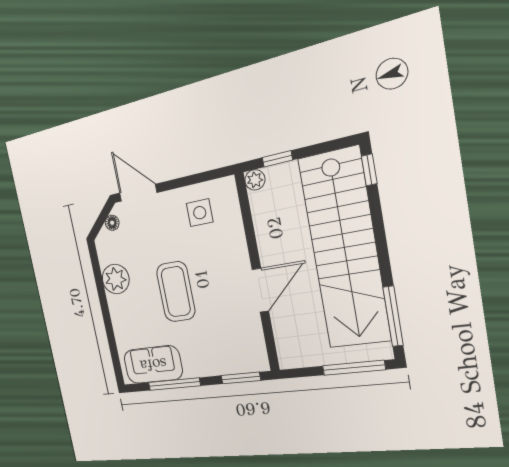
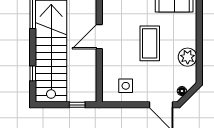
window: (369, 170) -> (33, 73), moved
plant: (255, 180) -> (91, 97), removed

